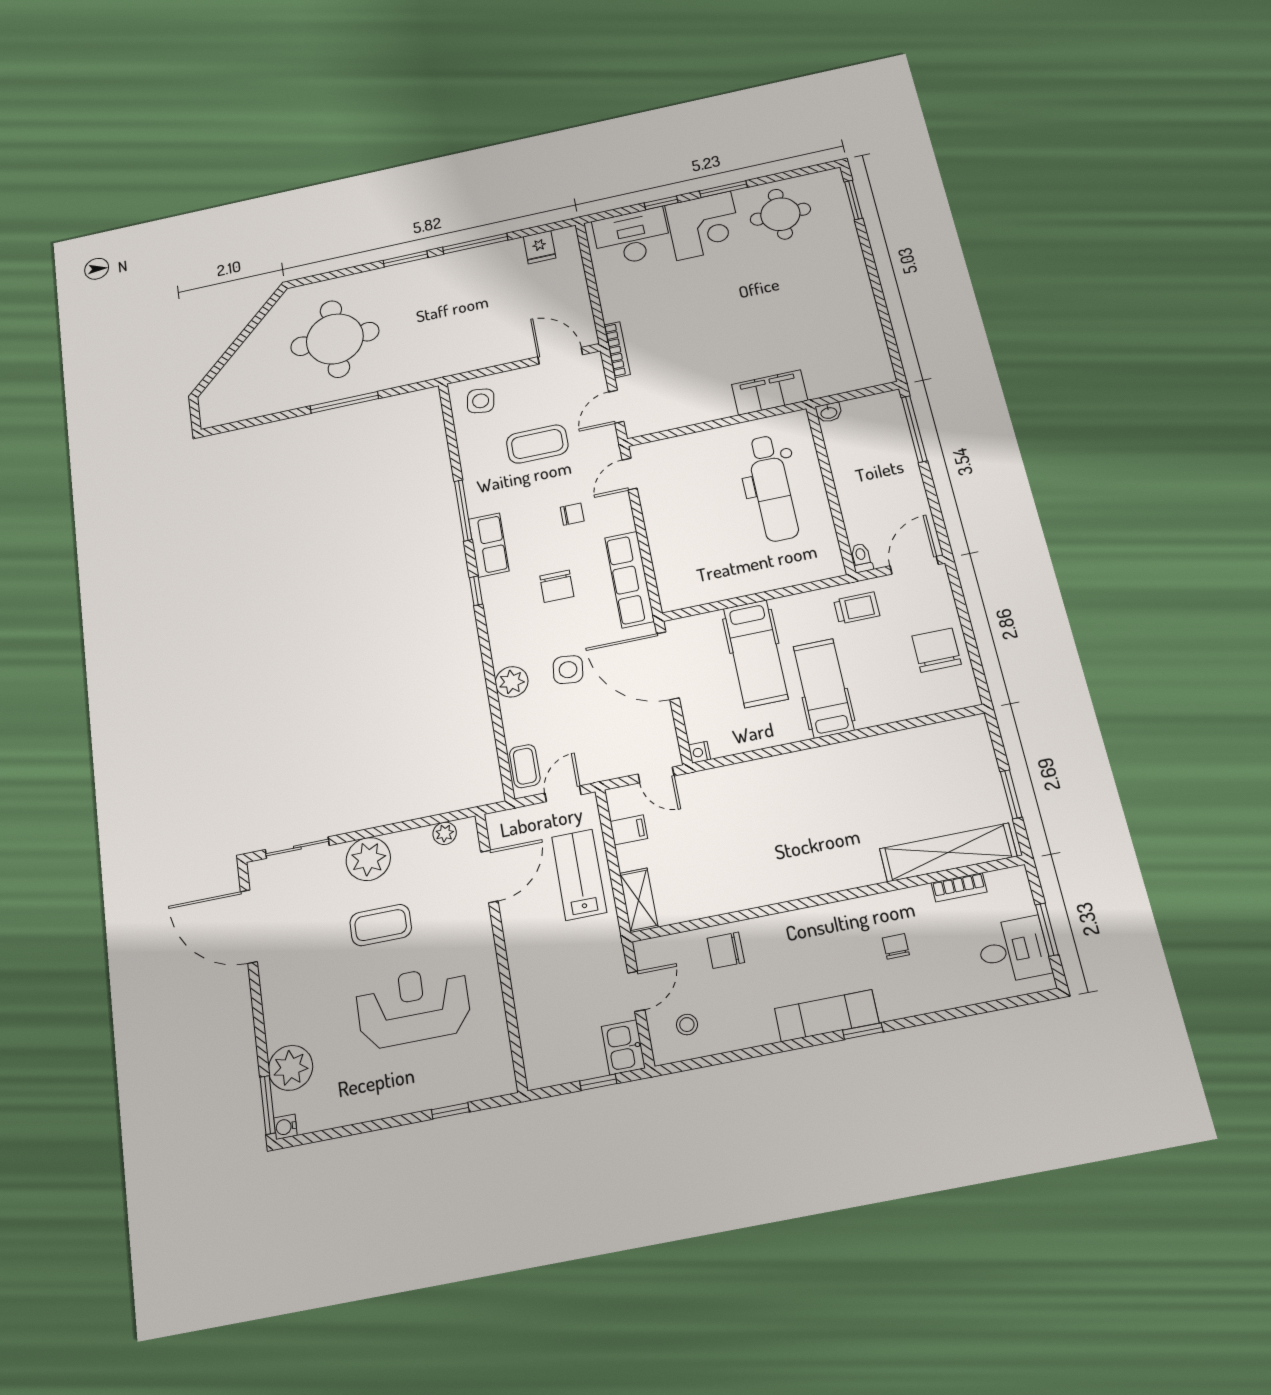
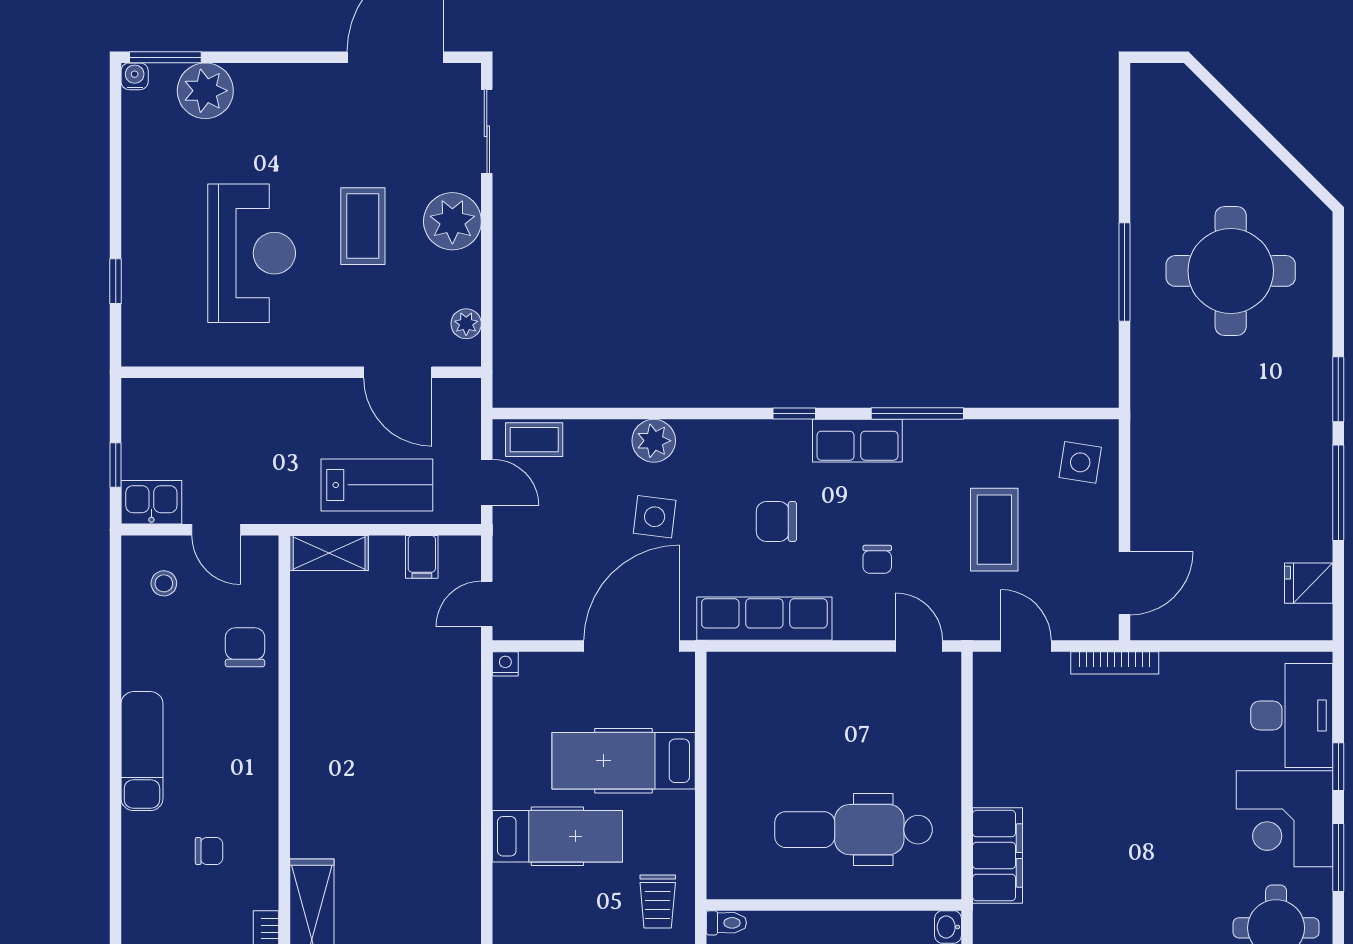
window: (863, 1031) -> (116, 790), removed

